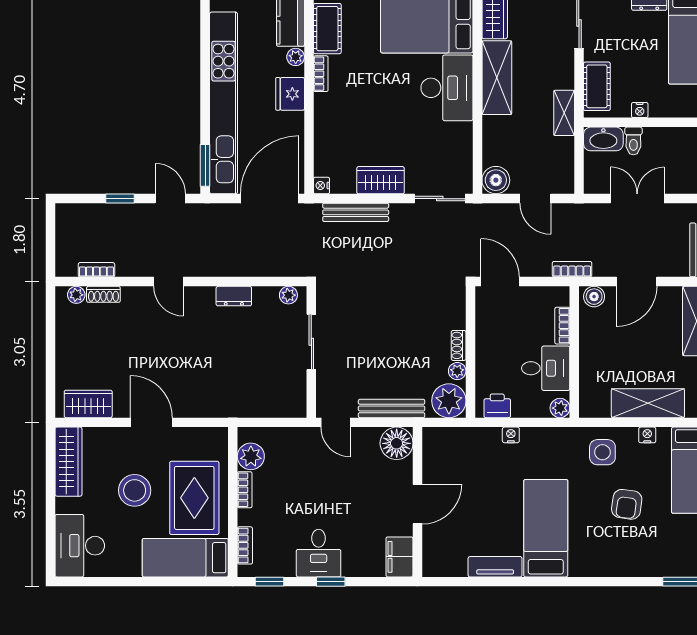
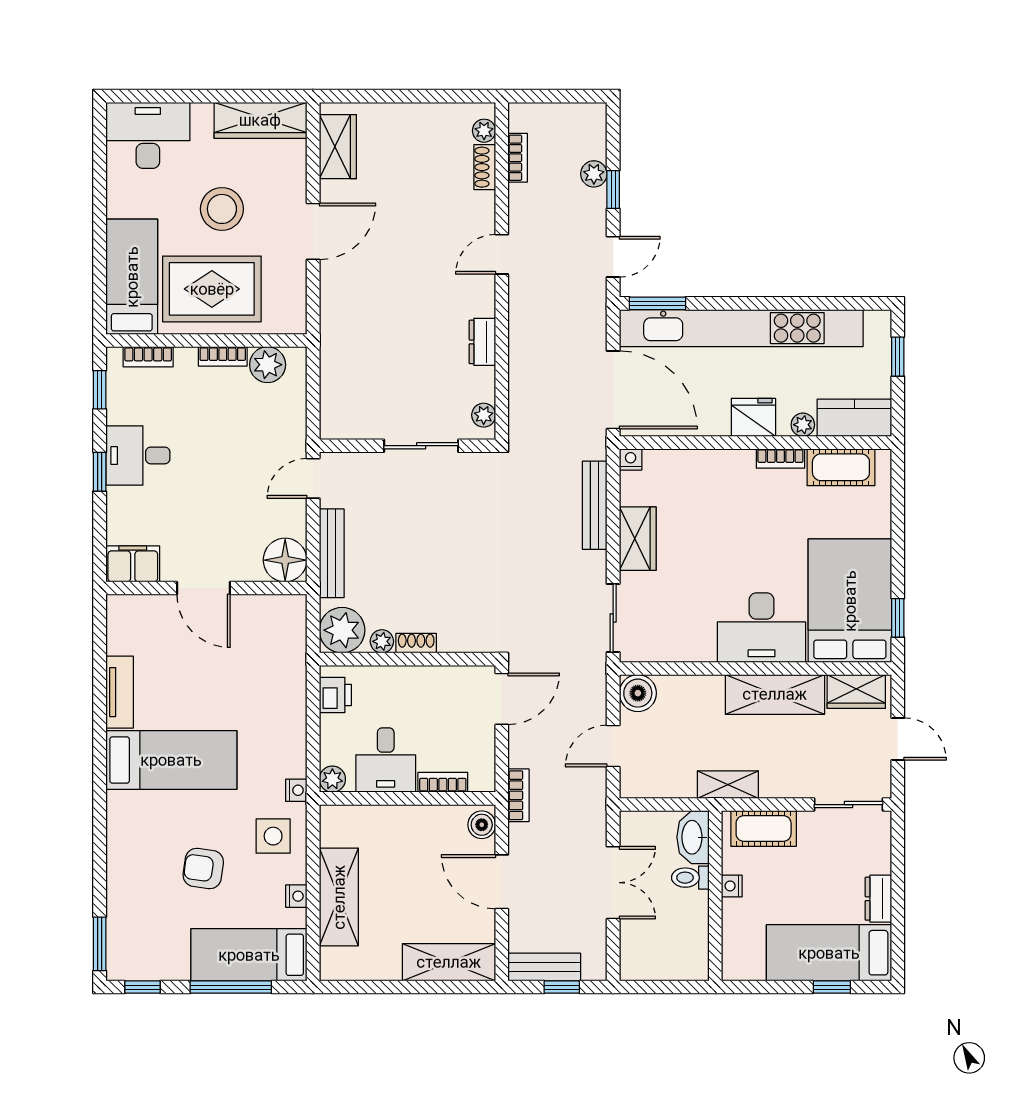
plant: (109, 213) -> (594, 174), added
nightstand: (511, 435) -> (296, 790), moved

